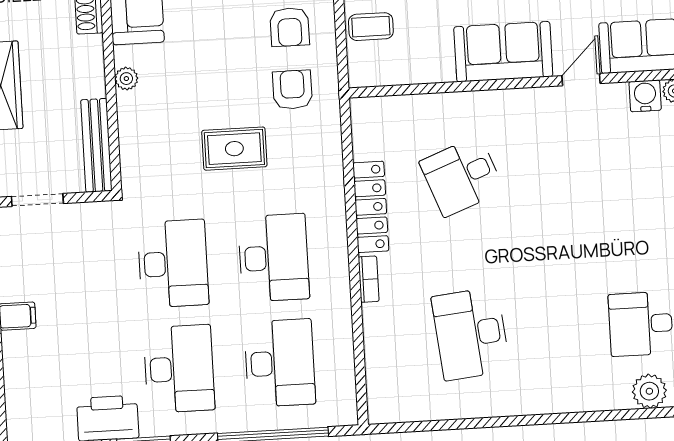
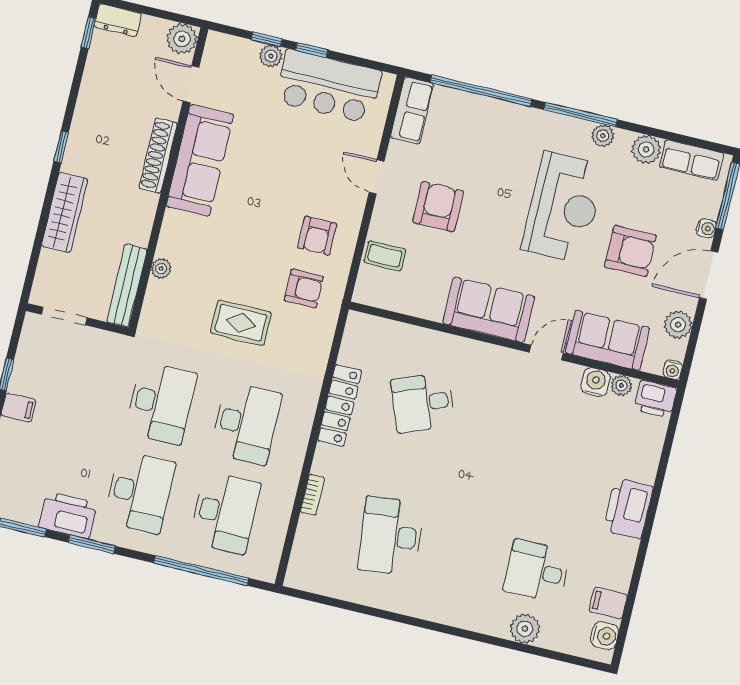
plant: (126, 79) -> (161, 268), moved
armchair: (292, 90) -> (304, 288), turned 90
bookcase: (369, 279) -> (313, 495), moved

